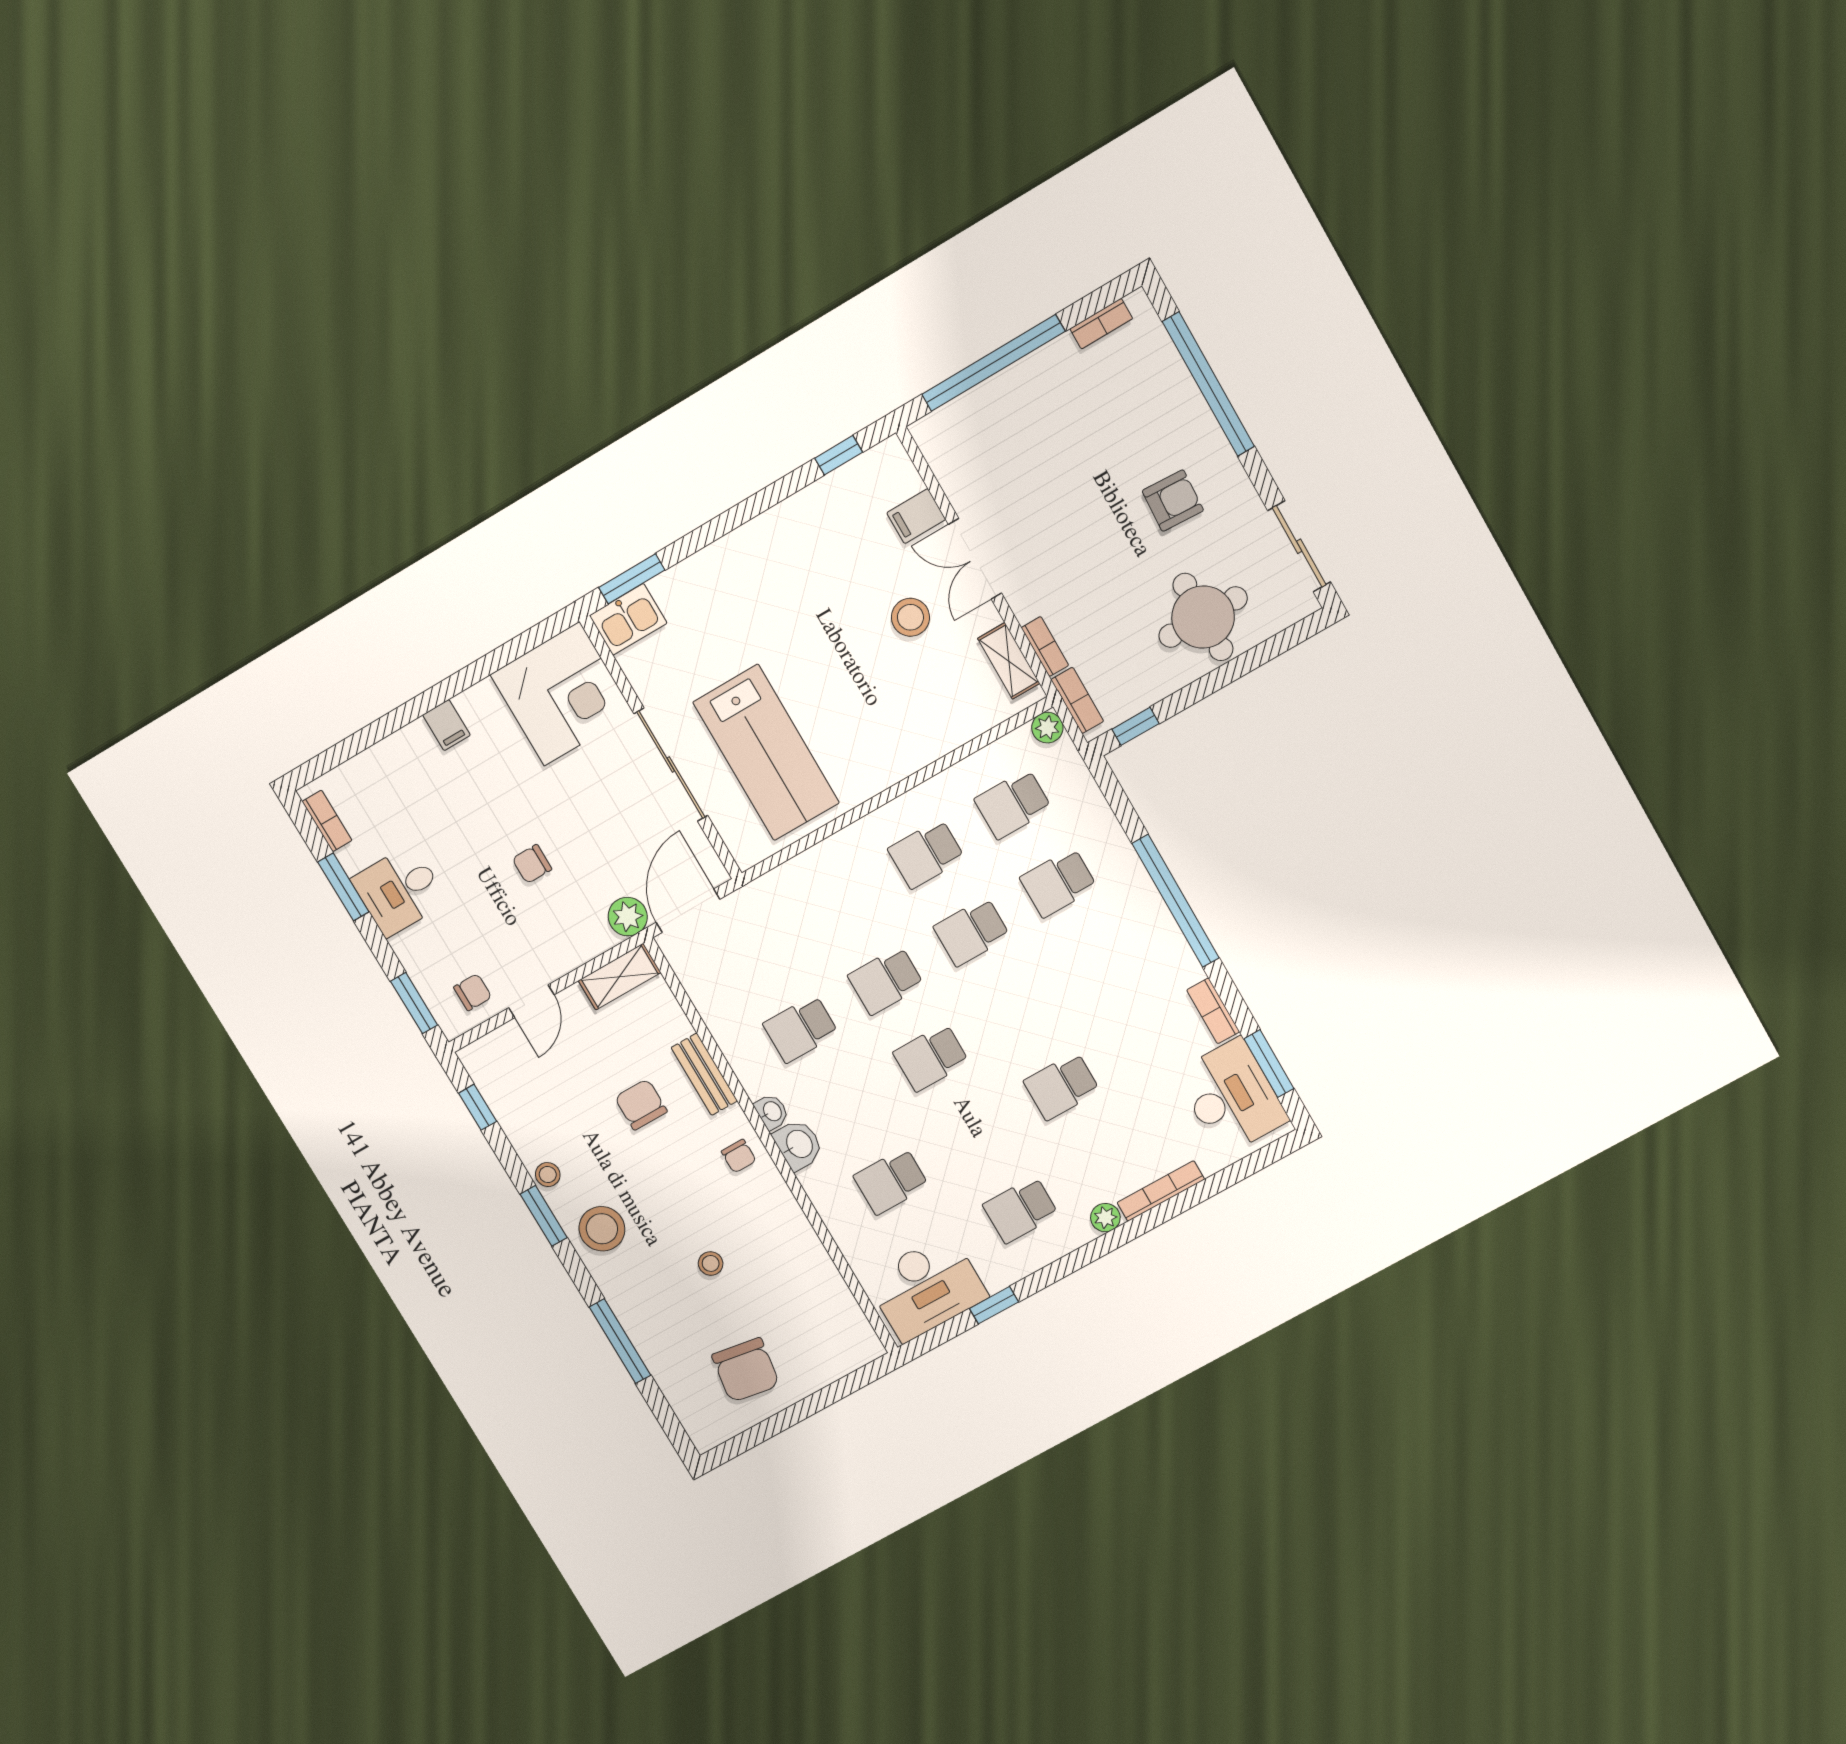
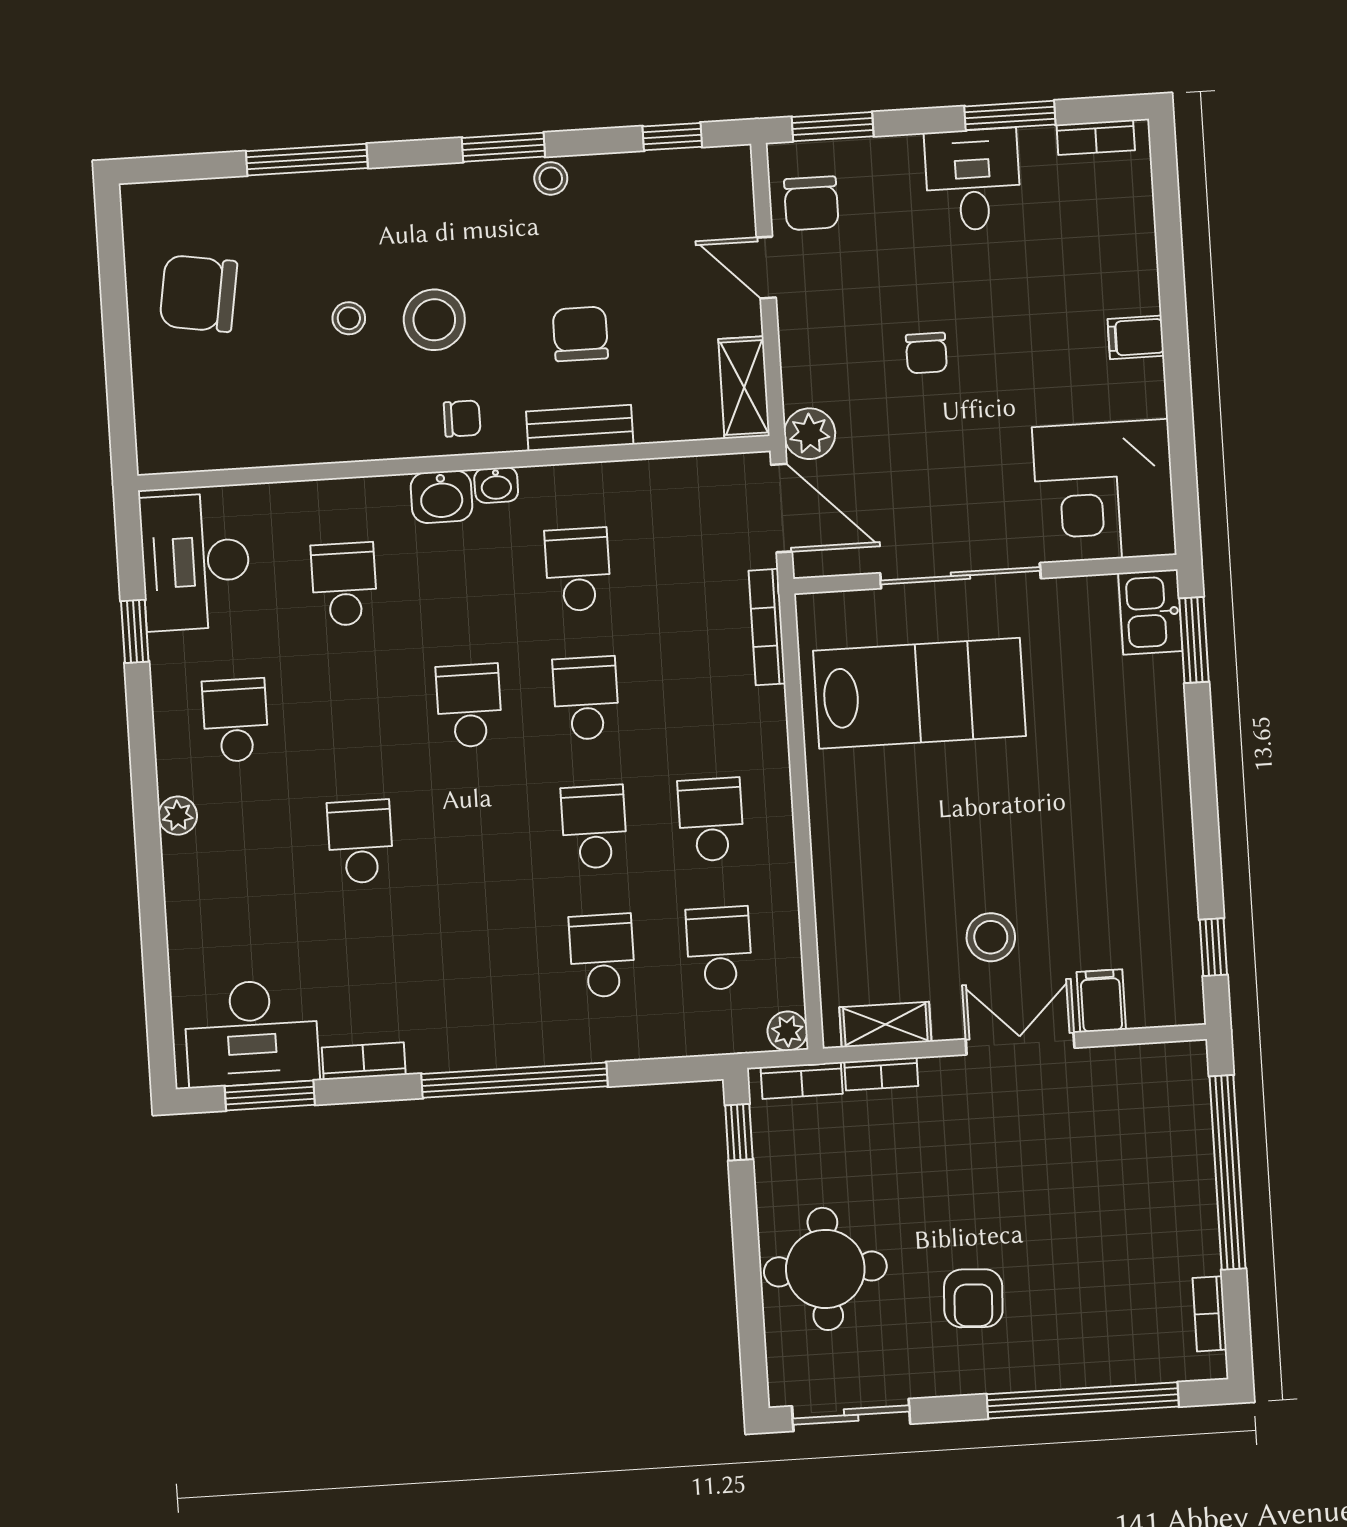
lab bench: (766, 753) -> (919, 693), turned 180
chair: (532, 864) -> (926, 353), turned 180
chair: (473, 992) -> (811, 203), width x1.37, depth x1.37
chair: (641, 1104) -> (580, 334), turned -90
chair: (739, 1156) -> (462, 419), turned 180
bookcase: (1161, 1191) -> (767, 627), moved, turned 180
stool: (602, 1229) -> (434, 320), moved

